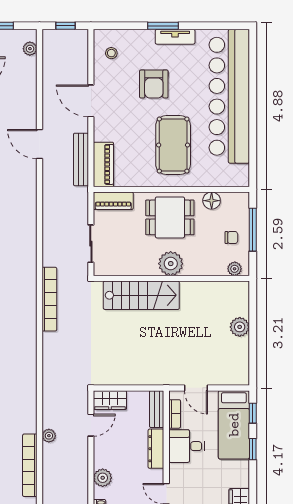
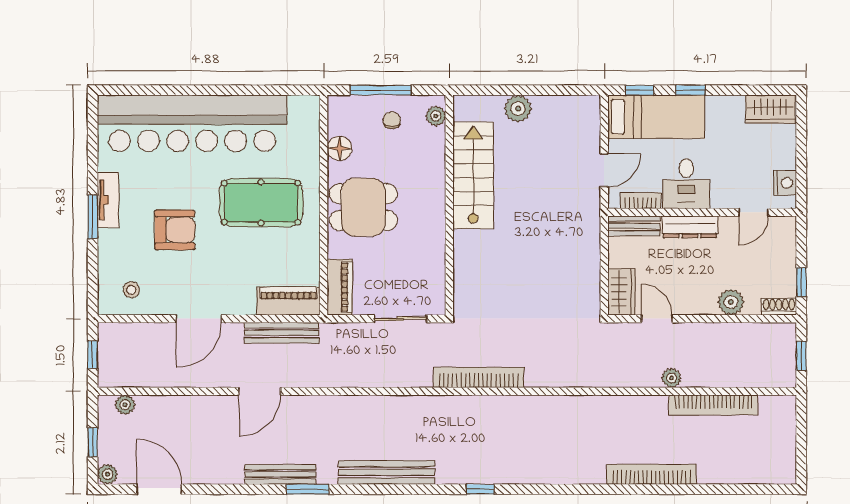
dining table: (170, 217) -> (363, 207), turned 90
plant: (171, 264) -> (428, 206), removed
stairs: (141, 295) -> (473, 175), moved

